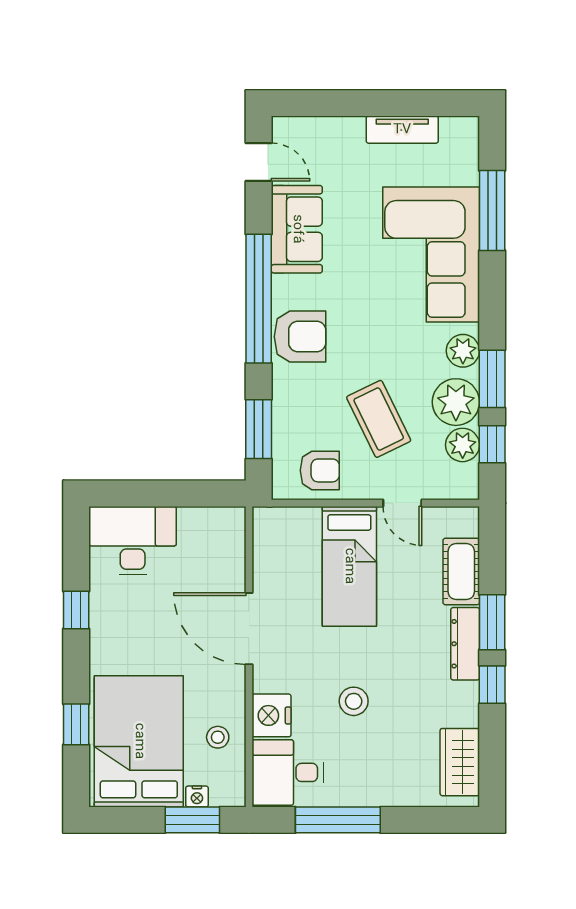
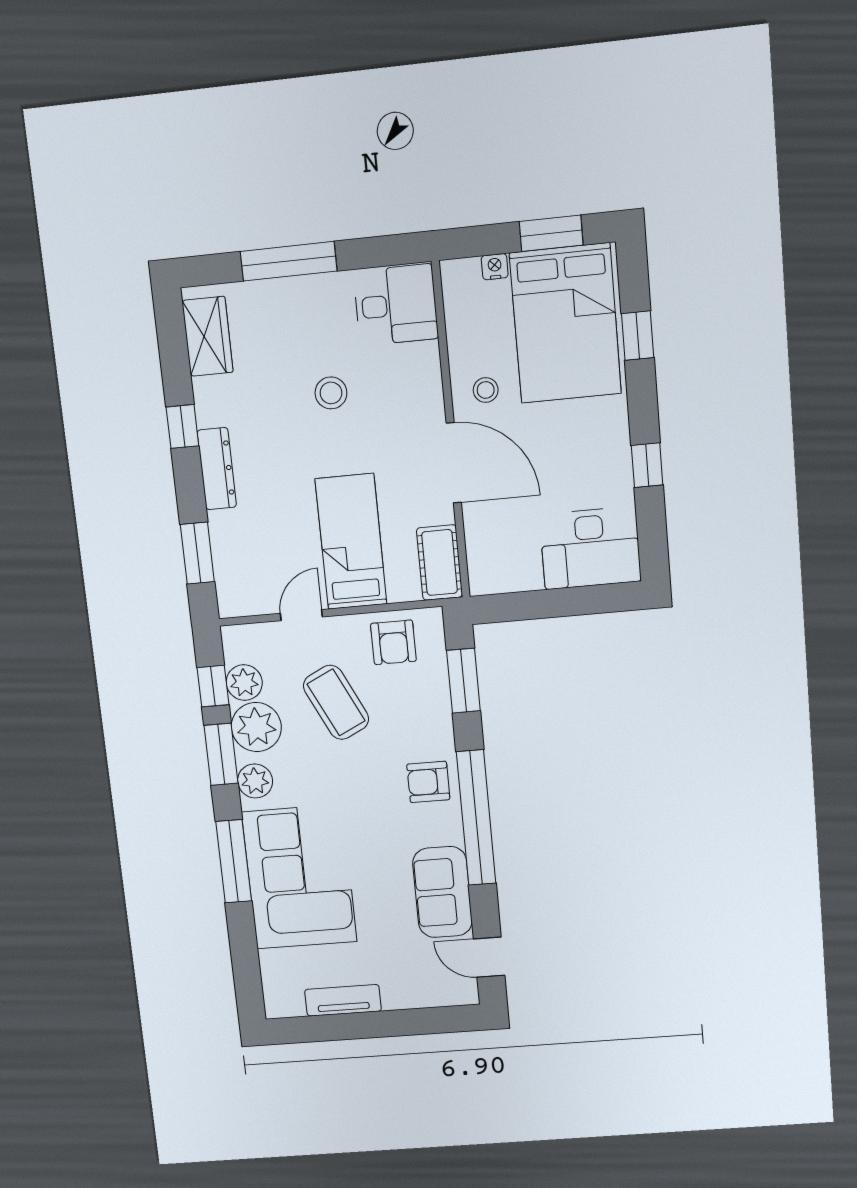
window: (492, 211) -> (234, 861), moved
armchair: (300, 337) -> (428, 782), width x0.72, depth x0.72
armchair: (320, 470) -> (393, 642), turned -90
door: (402, 503) -> (301, 615), hinge flipped
cot: (461, 571) -> (440, 563), moved
window: (492, 622) -> (197, 553), moved
nightstand: (272, 715) -> (420, 368), removed
stool: (218, 737) -> (486, 390), moved
window: (192, 820) -> (551, 233), moved
window: (338, 820) -> (289, 261), moved

